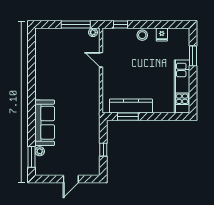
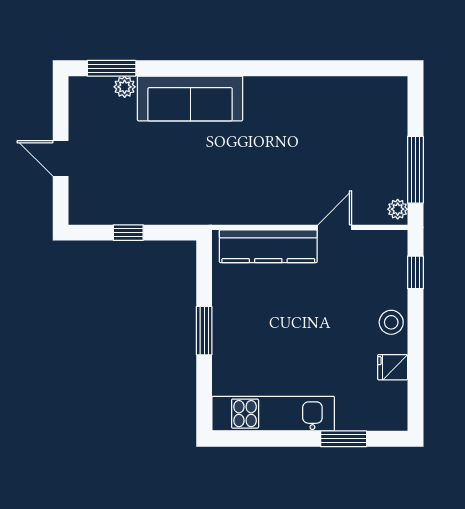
kitchen counter: (131, 106) -> (268, 246), moved, turned 90
window: (128, 117) -> (204, 331), moved

